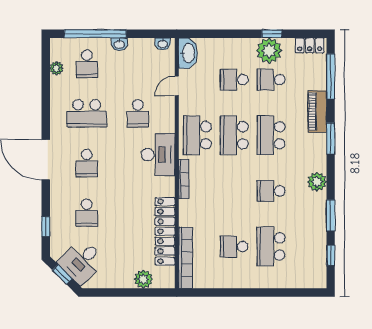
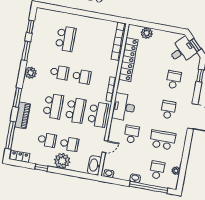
plant: (269, 51) -> (62, 161), moved
school desk: (234, 247) -> (82, 76), moved

